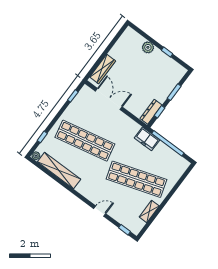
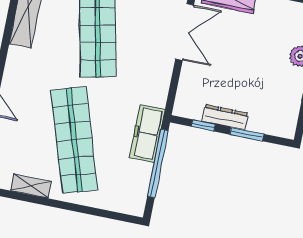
dresser: (151, 112) -> (225, 117), moved
freezer: (147, 139) -> (147, 133), width x1.40

